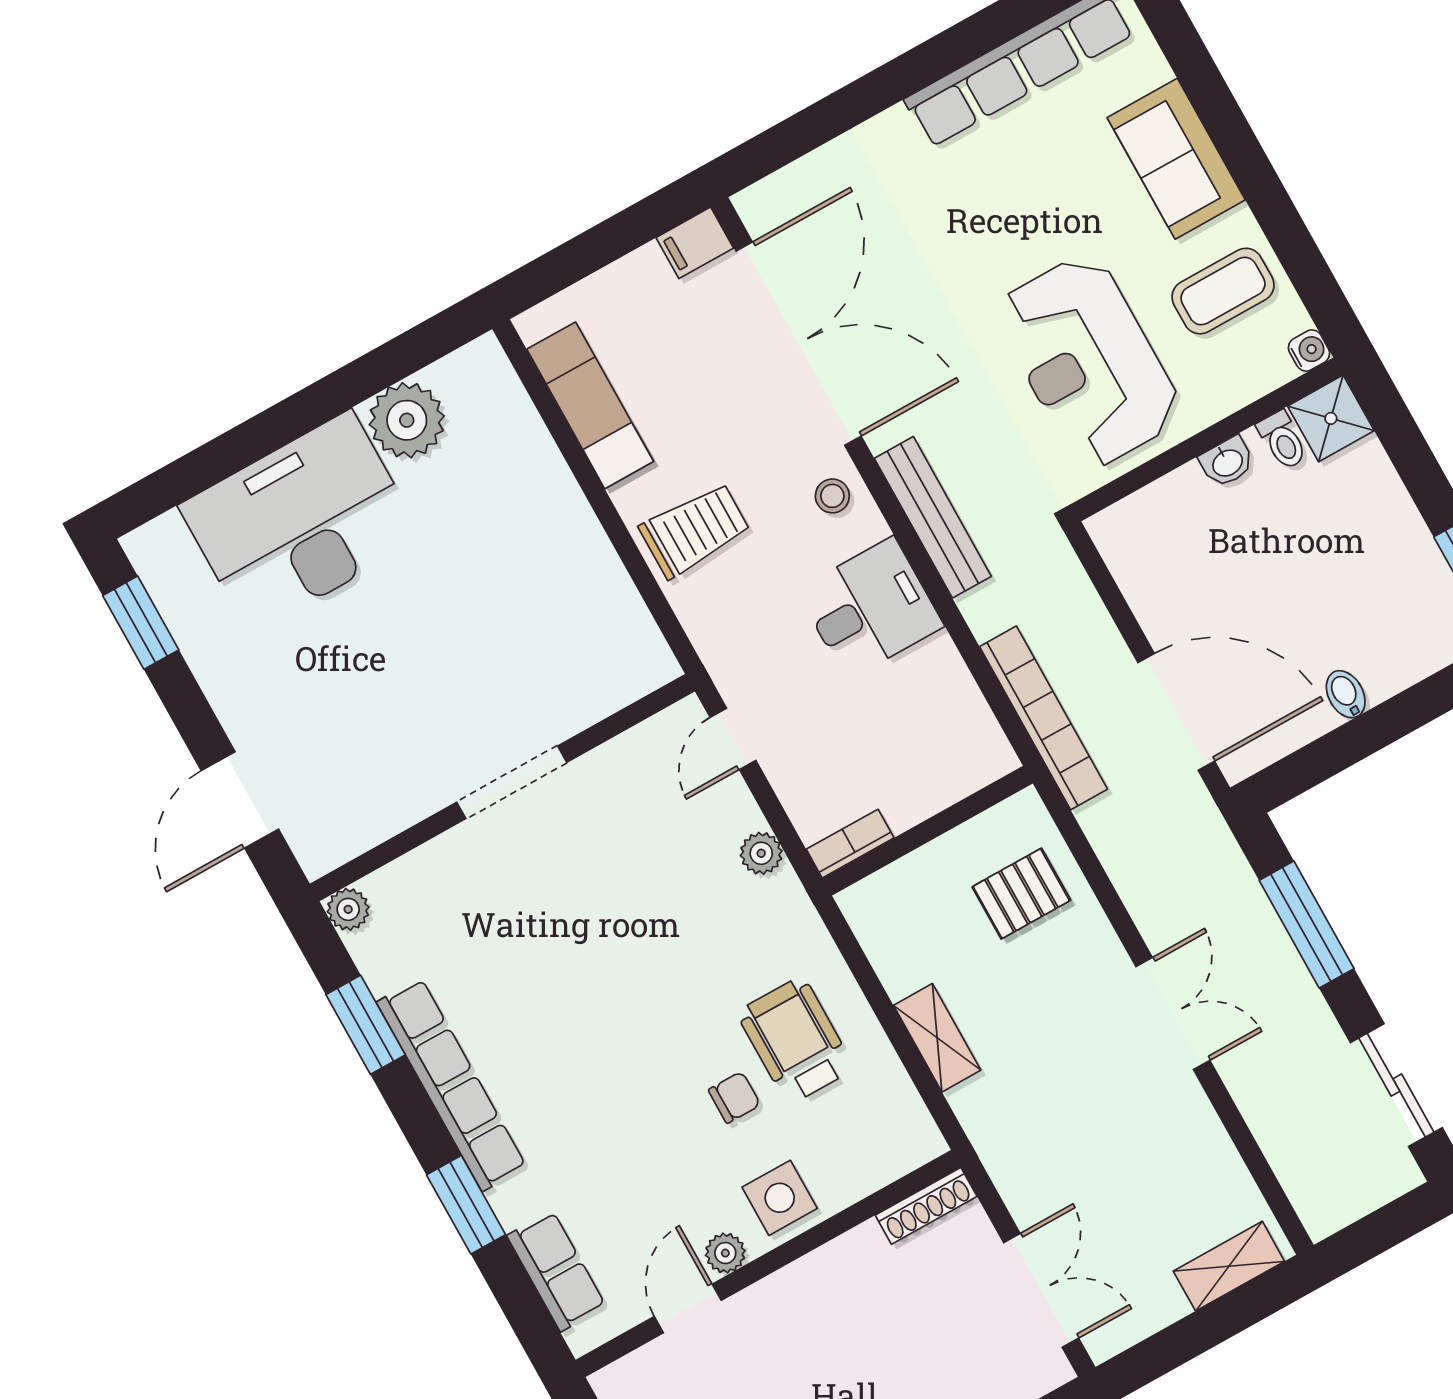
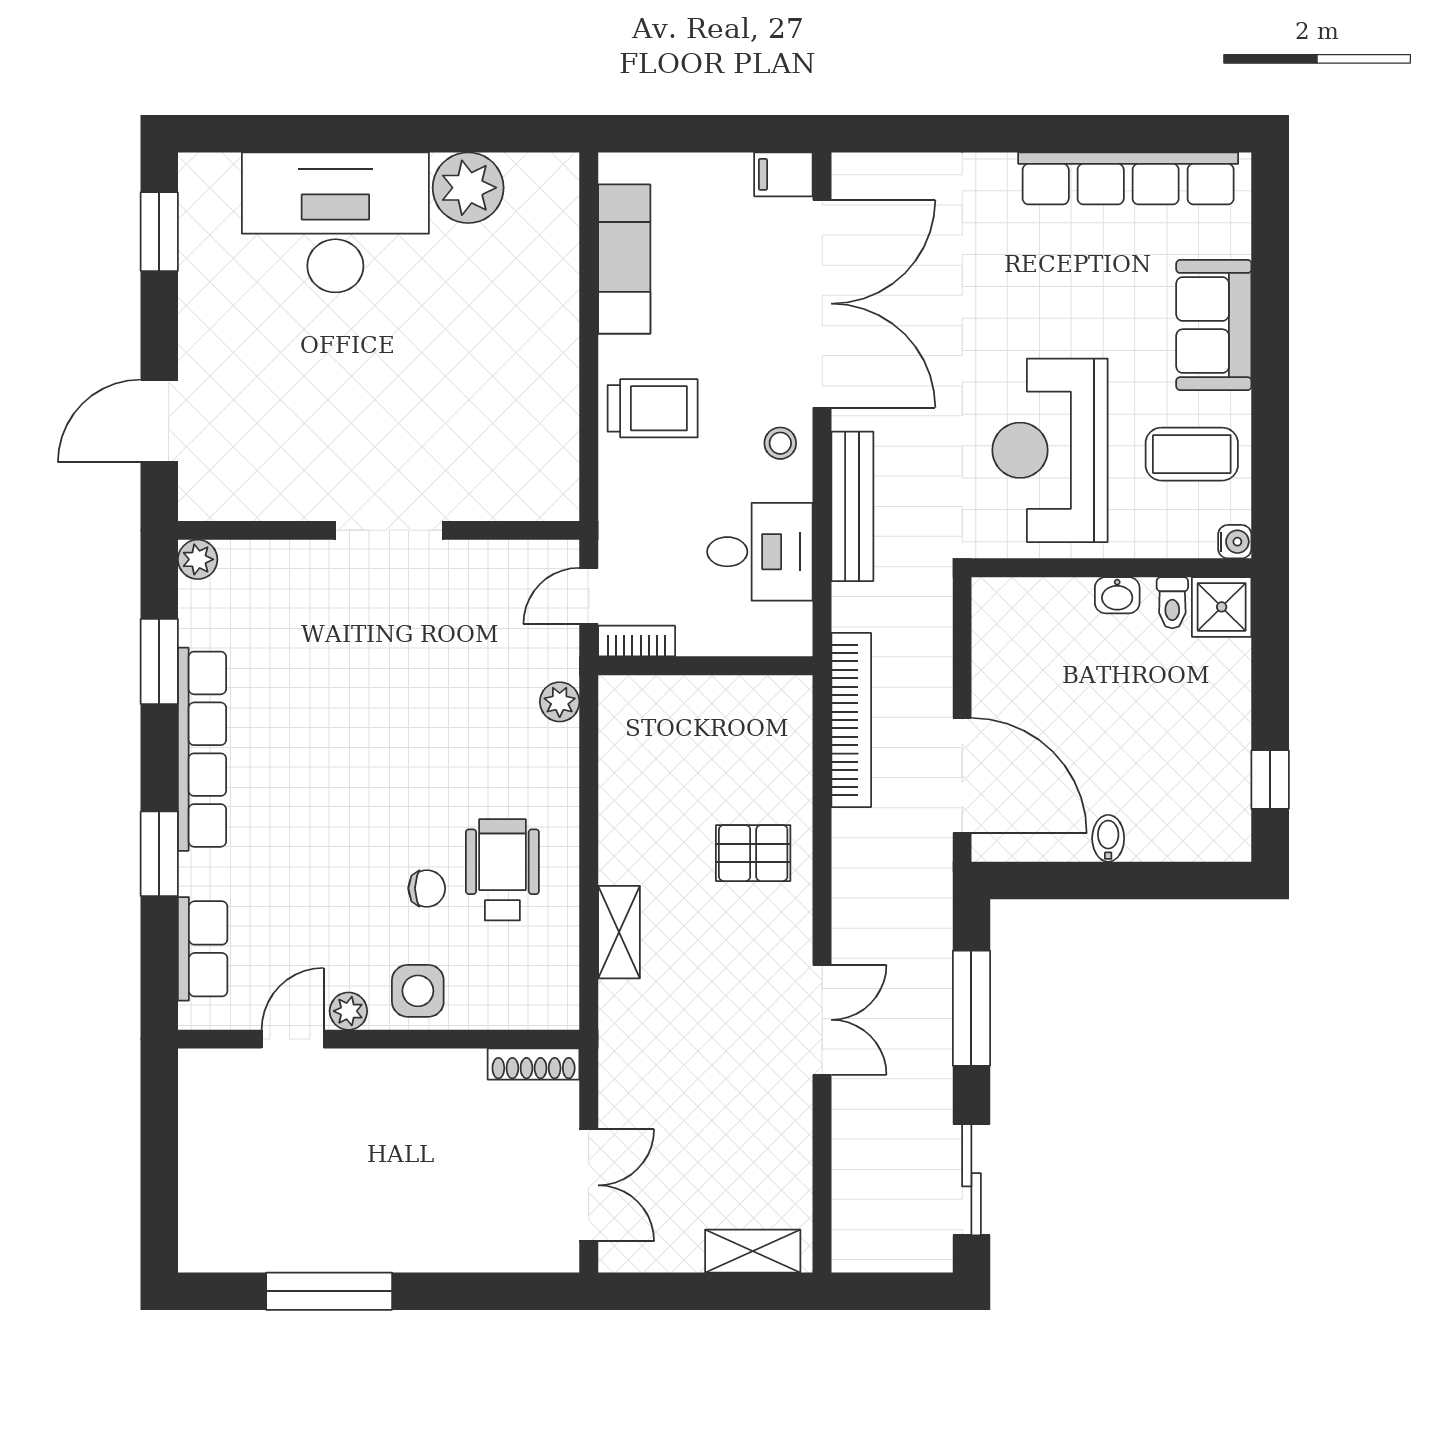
wall: (927, 831) -> (705, 666), moved
bookcase: (850, 844) -> (637, 641), moved

